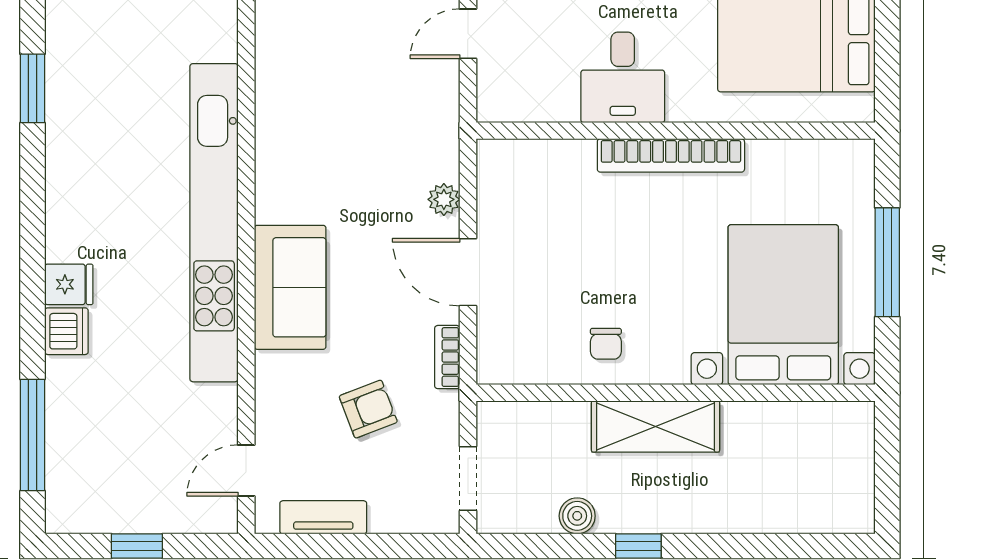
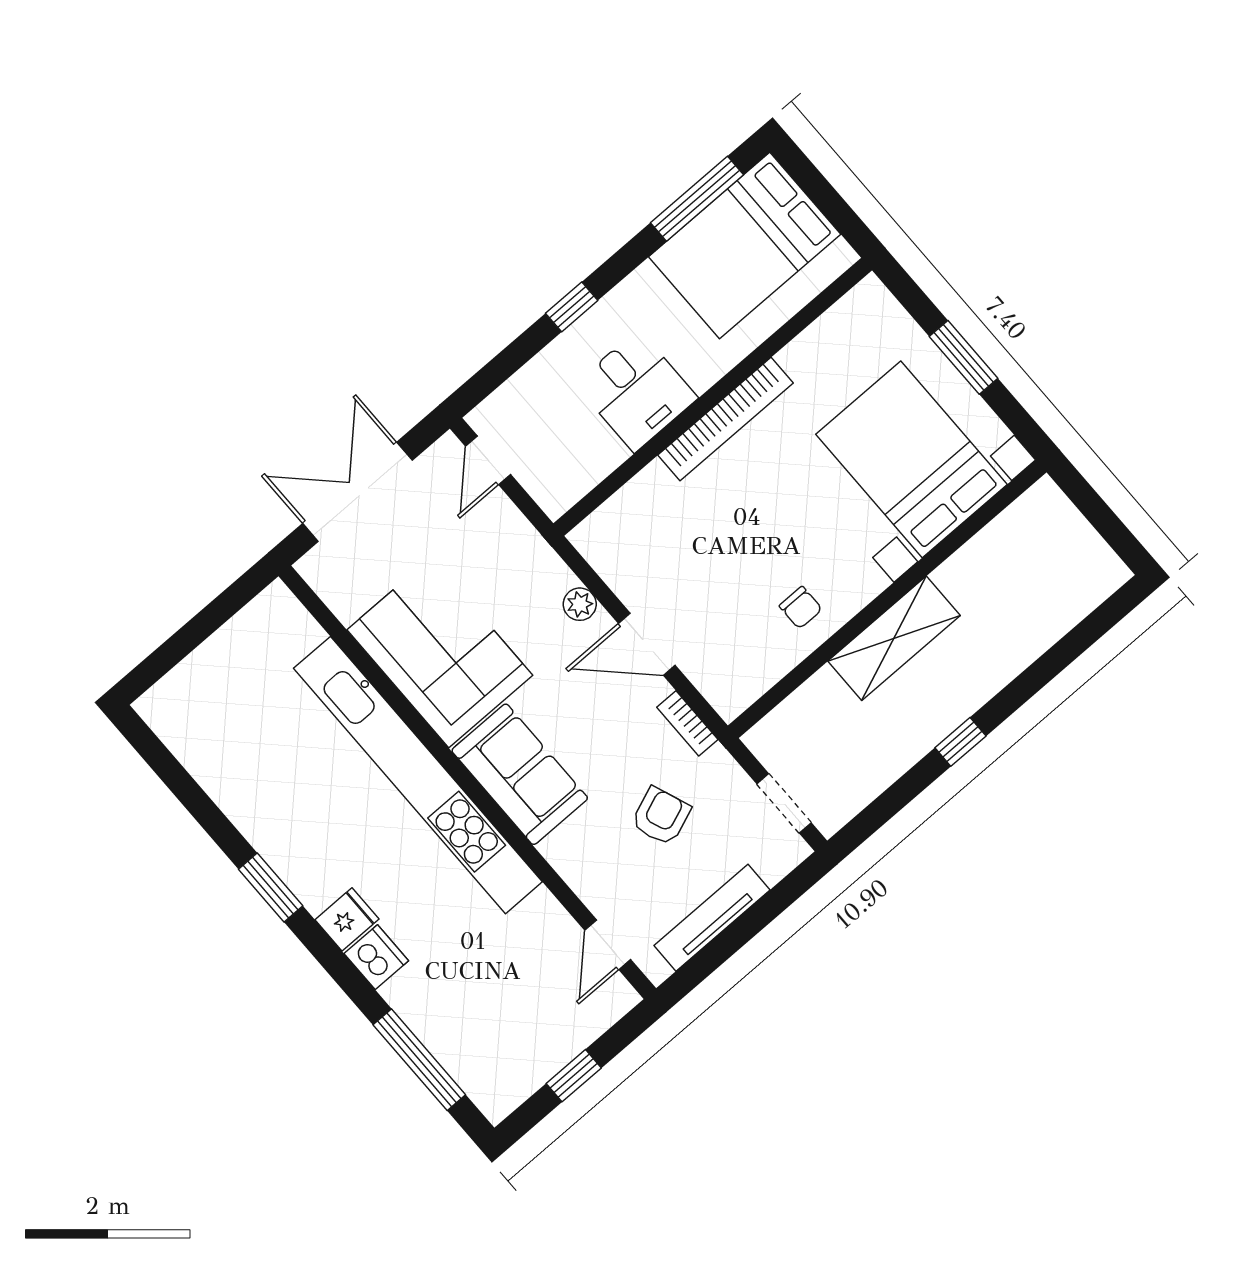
window: (32, 88) -> (271, 888), moved
corner sofa: (309, 146) -> (440, 653), added
window: (887, 262) -> (964, 357), width x0.69
boiler: (577, 516) -> (893, 759), removed
tv unit: (323, 517) -> (712, 918), width x1.41

